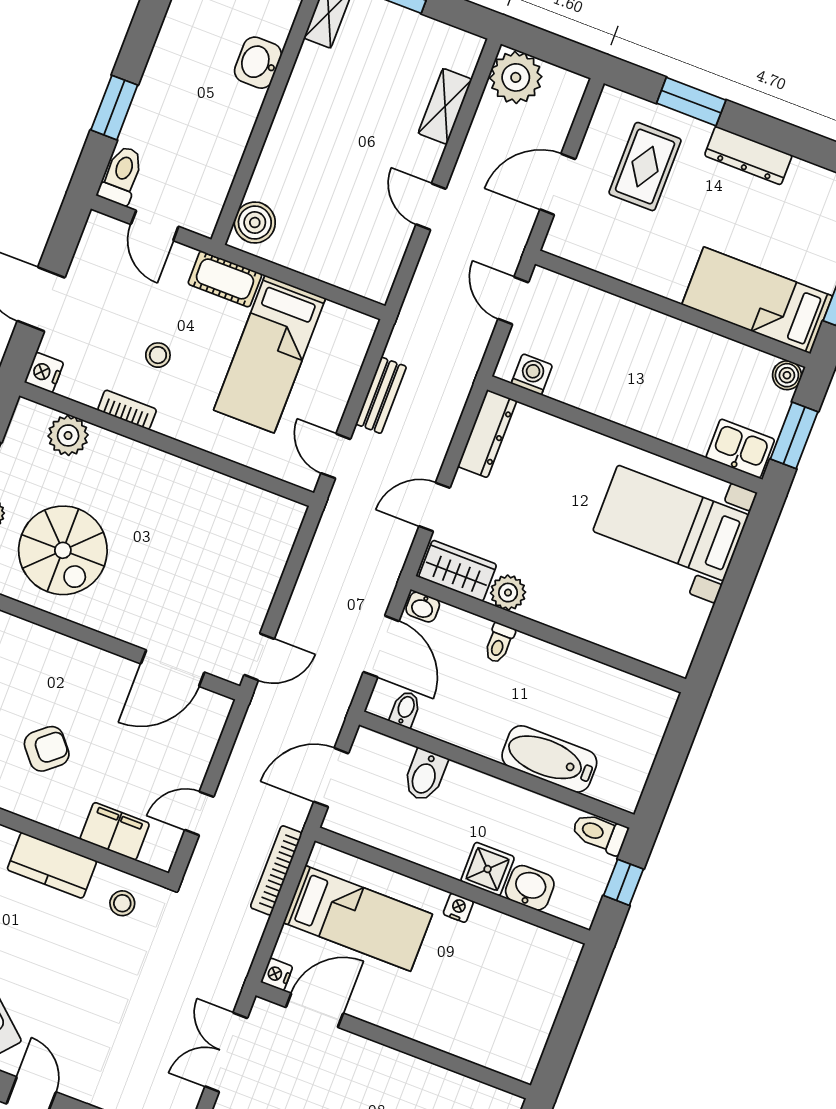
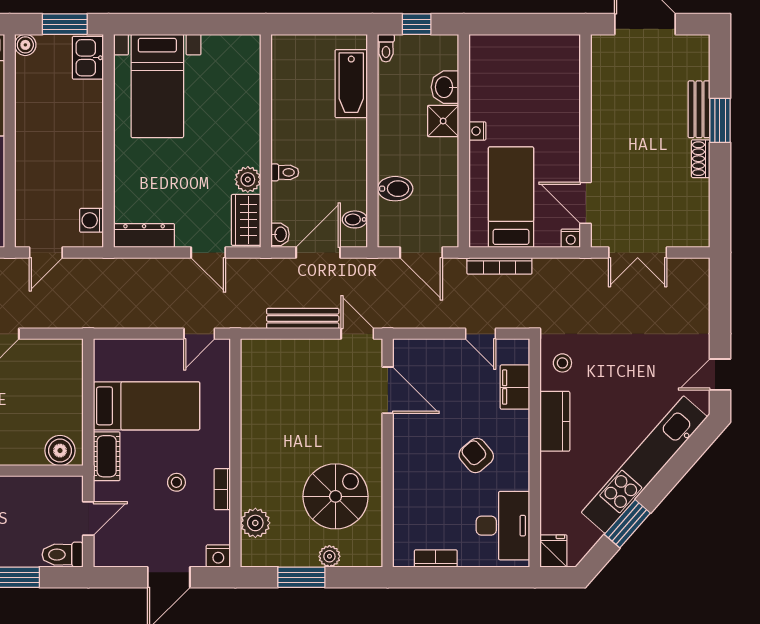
bench: (381, 395) -> (303, 318), moved, width x1.36
bathtub: (549, 759) -> (351, 84), moved
toilet: (600, 833) -> (386, 48), width x0.73, depth x0.72

